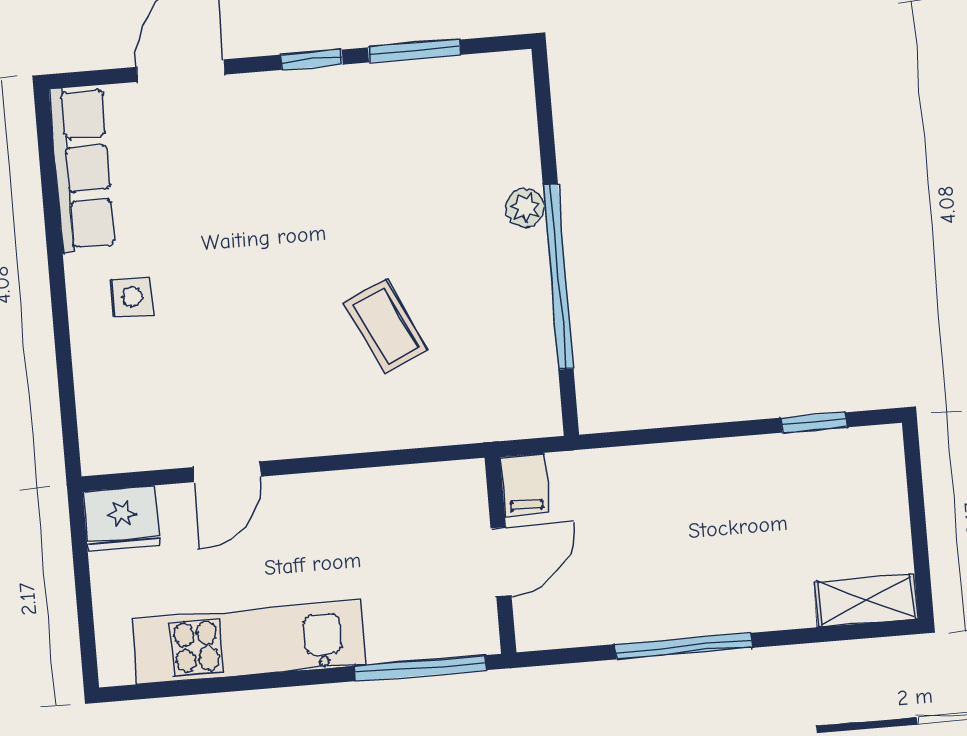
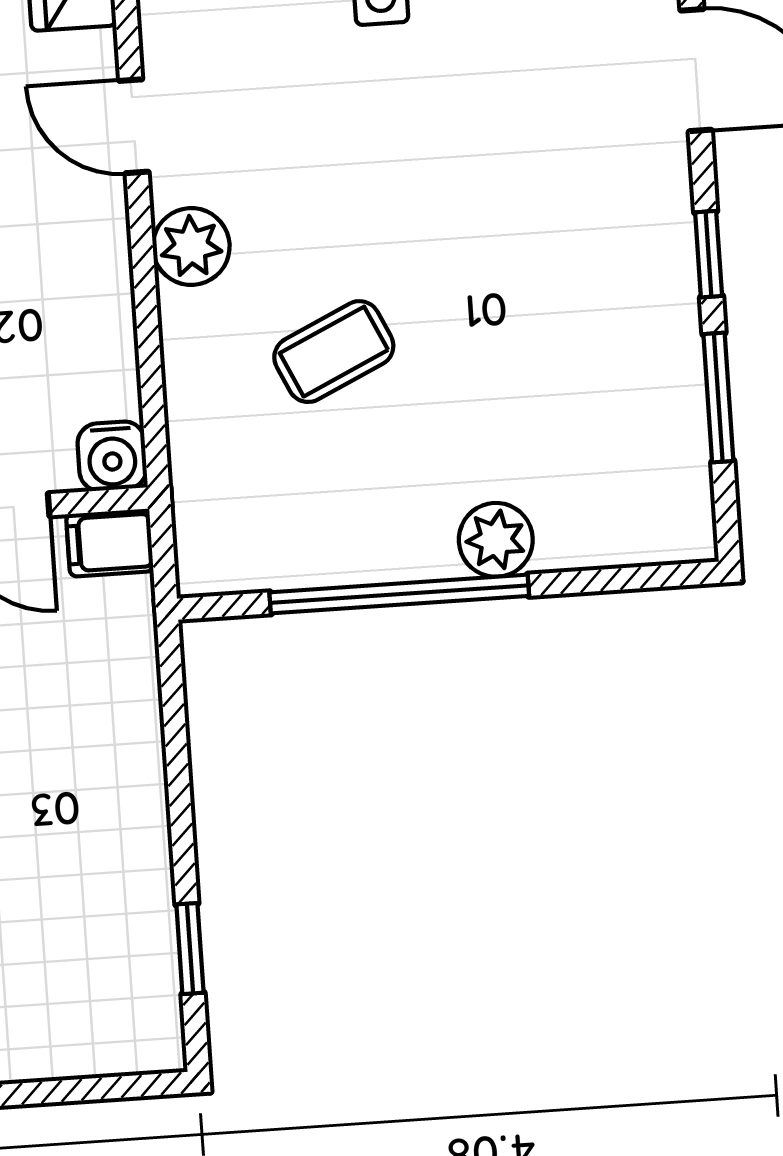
plant: (525, 208) -> (496, 540), width x1.38, depth x1.38
plant: (312, 429) -> (191, 246), added
water cooler: (463, 484) -> (112, 456), added

